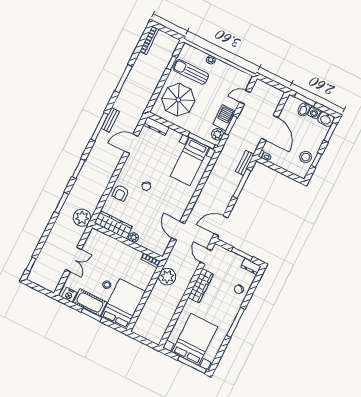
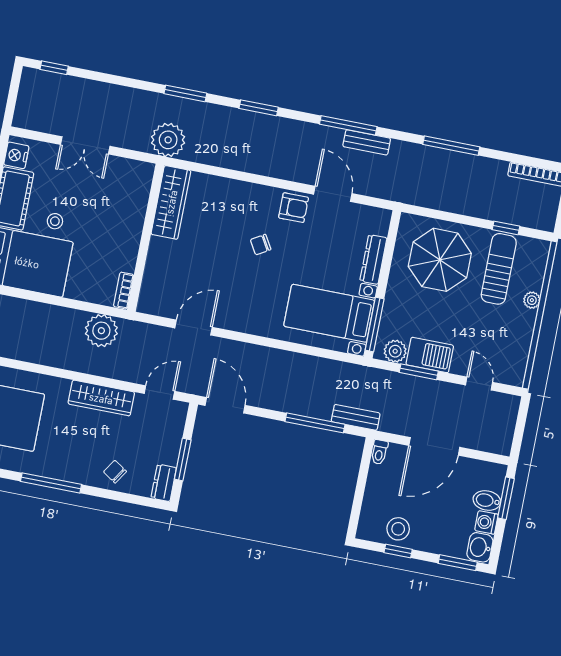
dresser: (156, 126) -> (373, 259), moved
armchair: (120, 193) -> (294, 208), moved, turned 180
plant: (134, 237) -> (158, 247), removed

